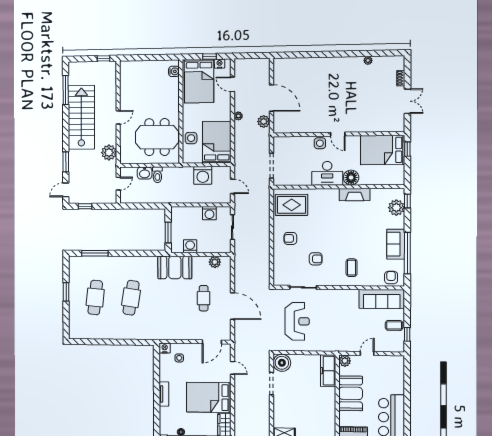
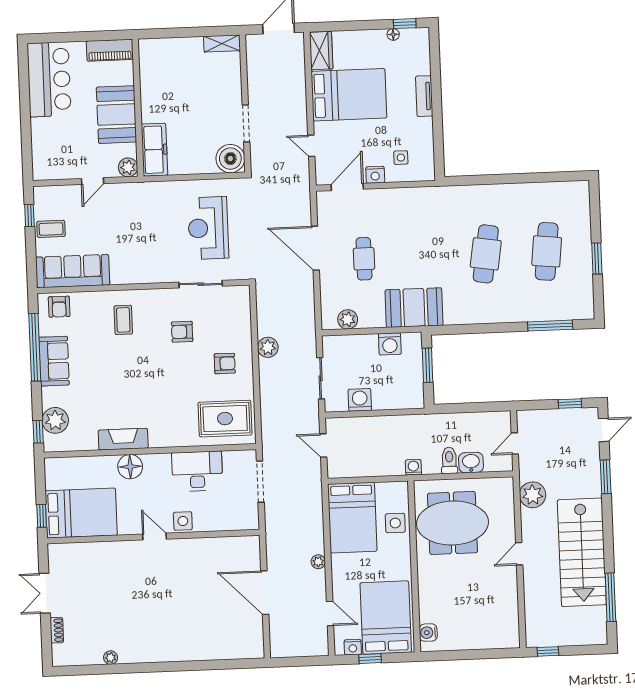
plant: (264, 121) -> (268, 347), moved
desk: (327, 173) -> (197, 471), moved
washing machine: (203, 175) -> (413, 467), moved, width x0.53, depth x0.53
nightstand: (165, 348) -> (375, 175), moved

